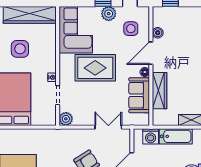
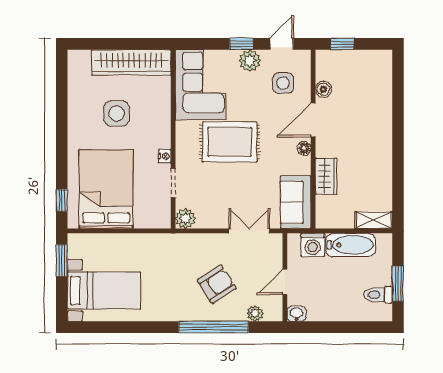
wardrobe: (159, 91) -> (326, 176), width x0.67
sofa: (139, 95) -> (296, 202), moved

